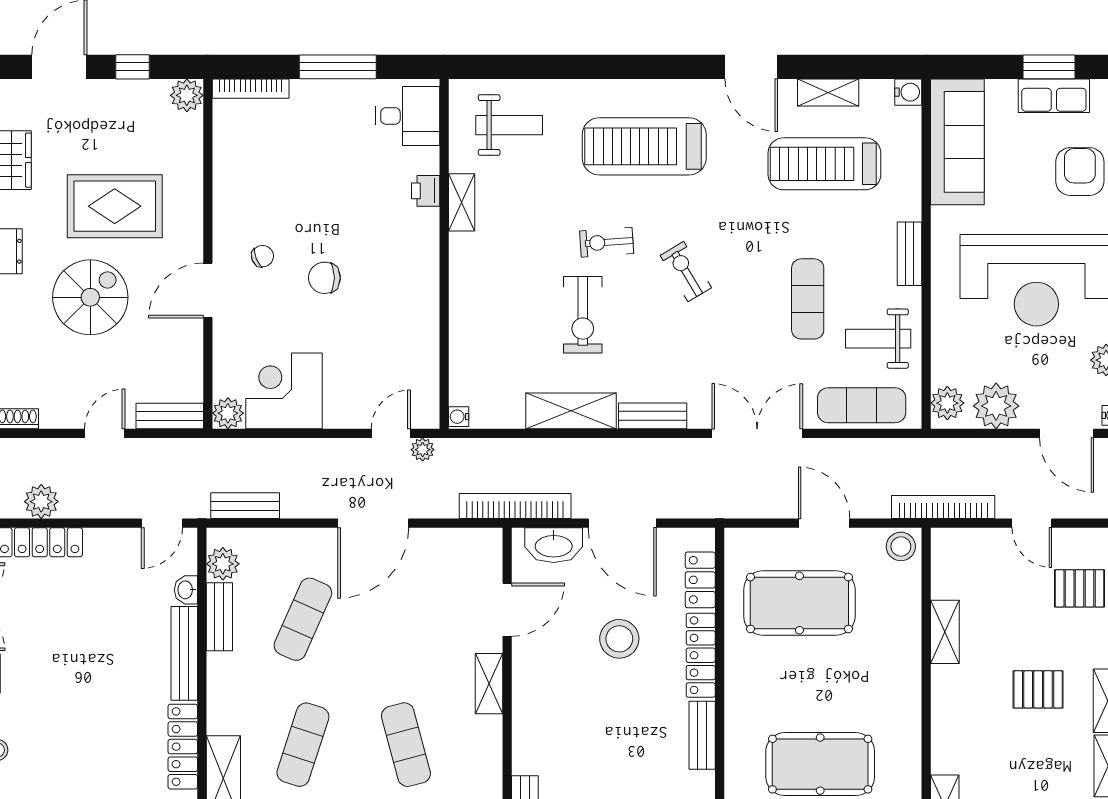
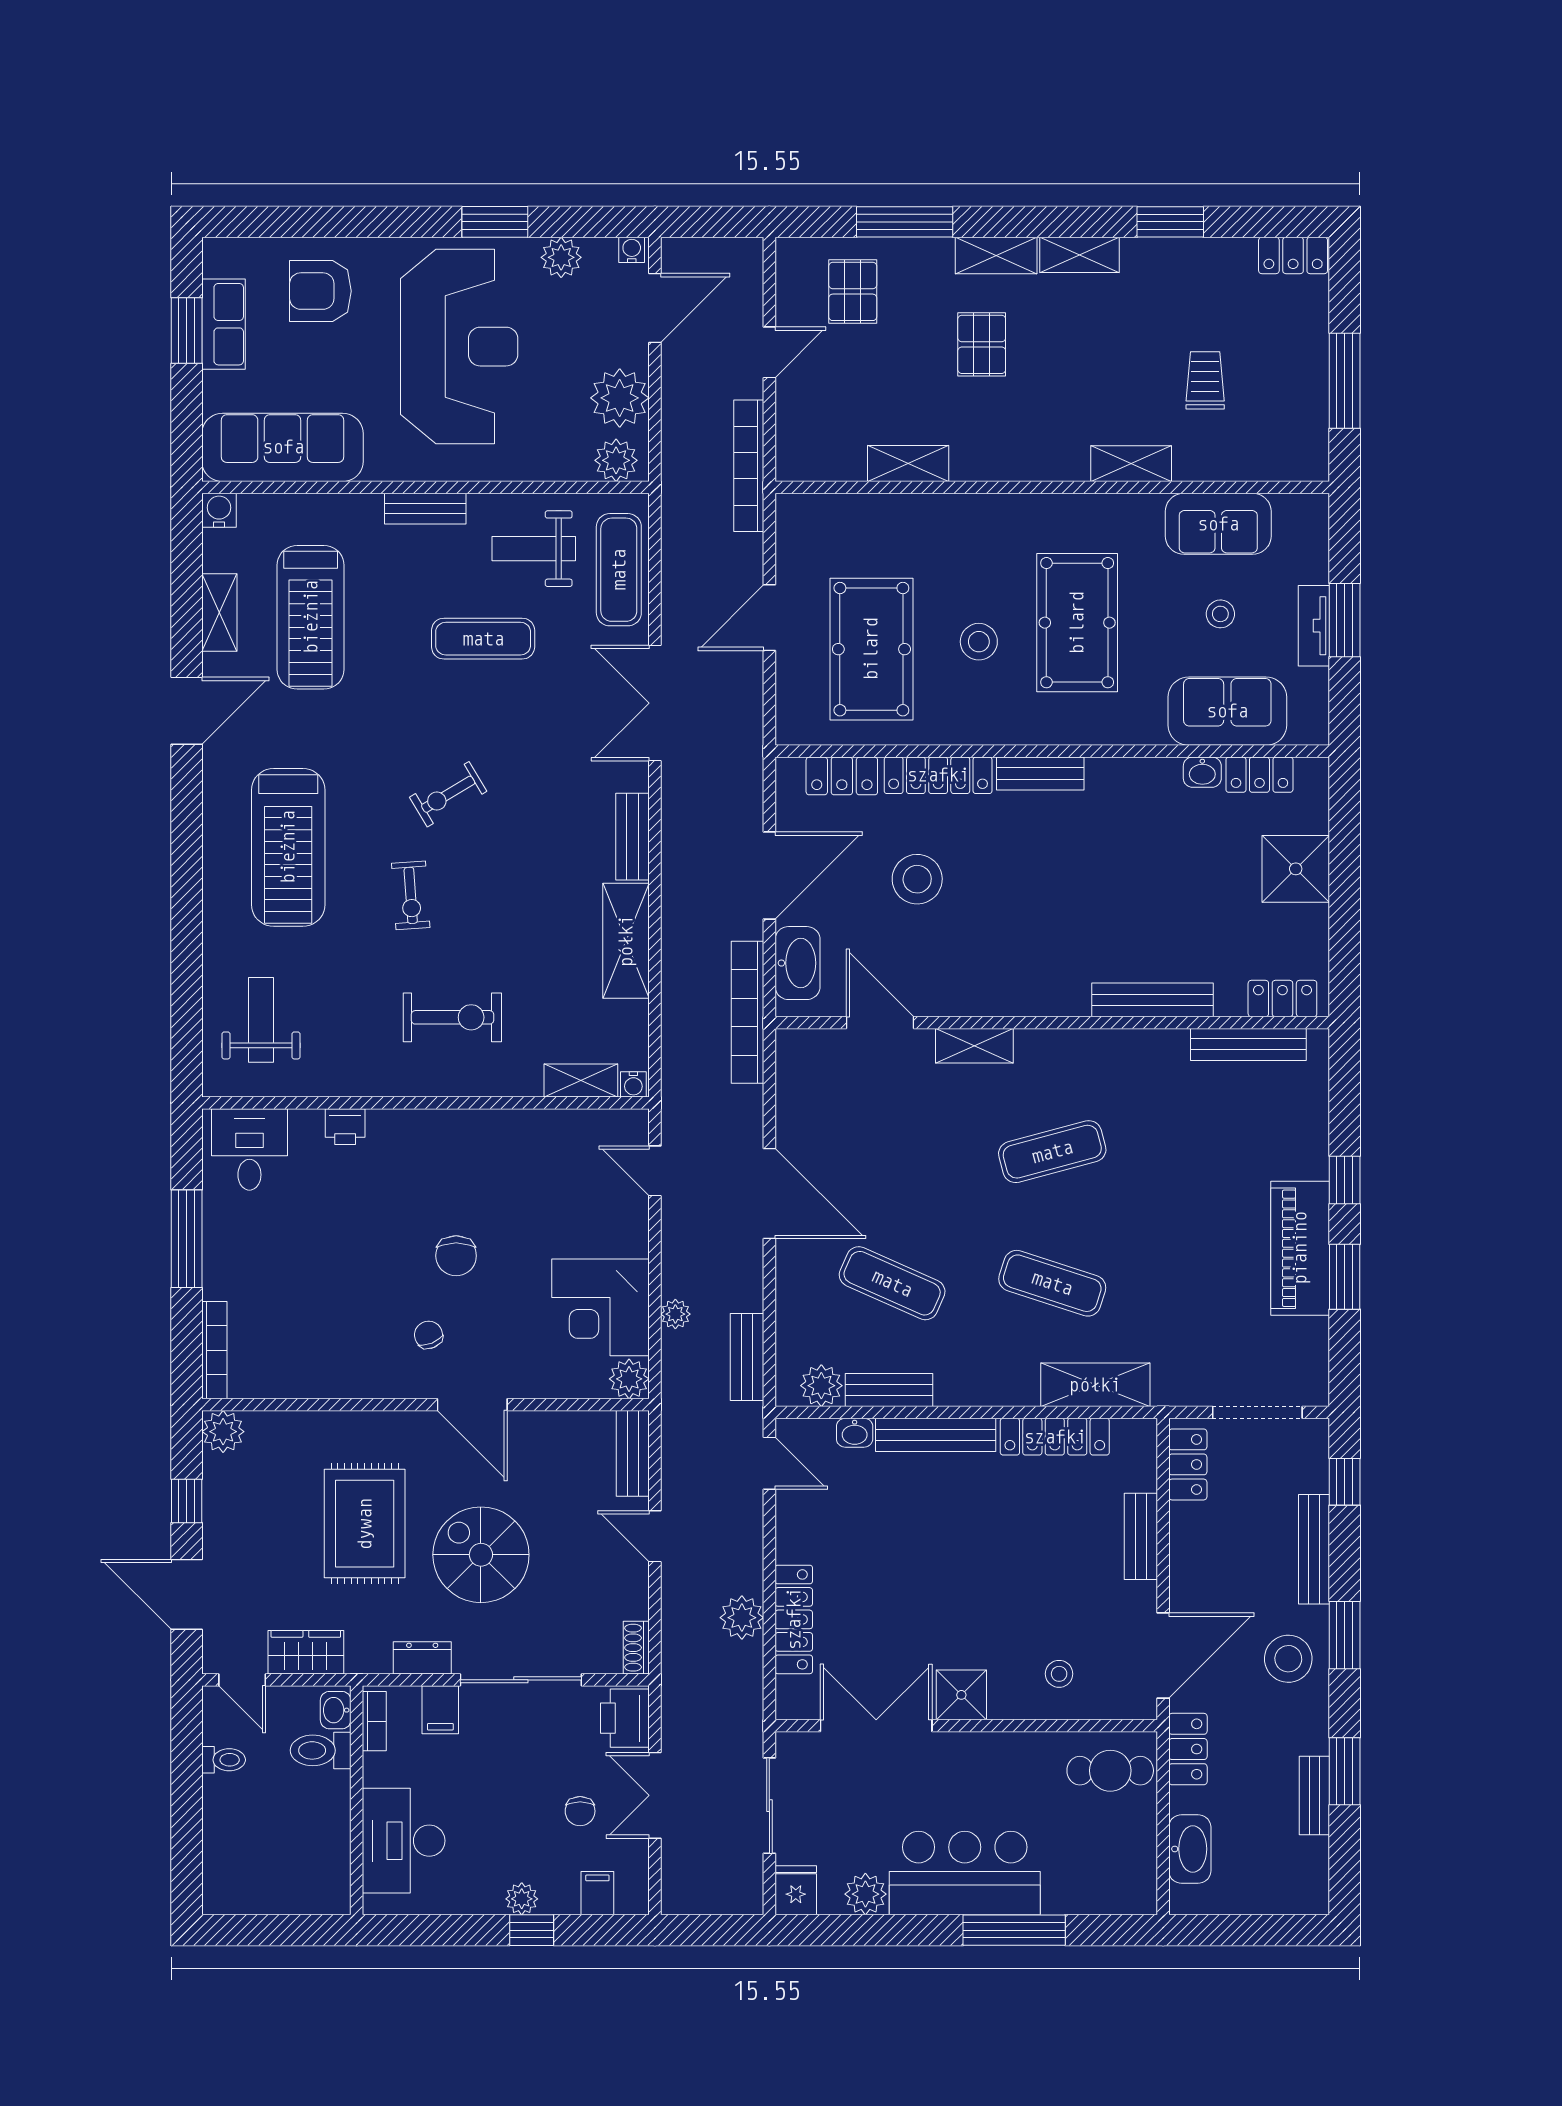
shelving: (462, 202) -> (581, 1081), moved
exercise bike: (583, 315) -> (452, 1017), moved
weight bench: (878, 339) -> (534, 549), turned 90
plant: (423, 450) -> (675, 1314), moved
stool: (901, 546) -> (979, 642), moved

